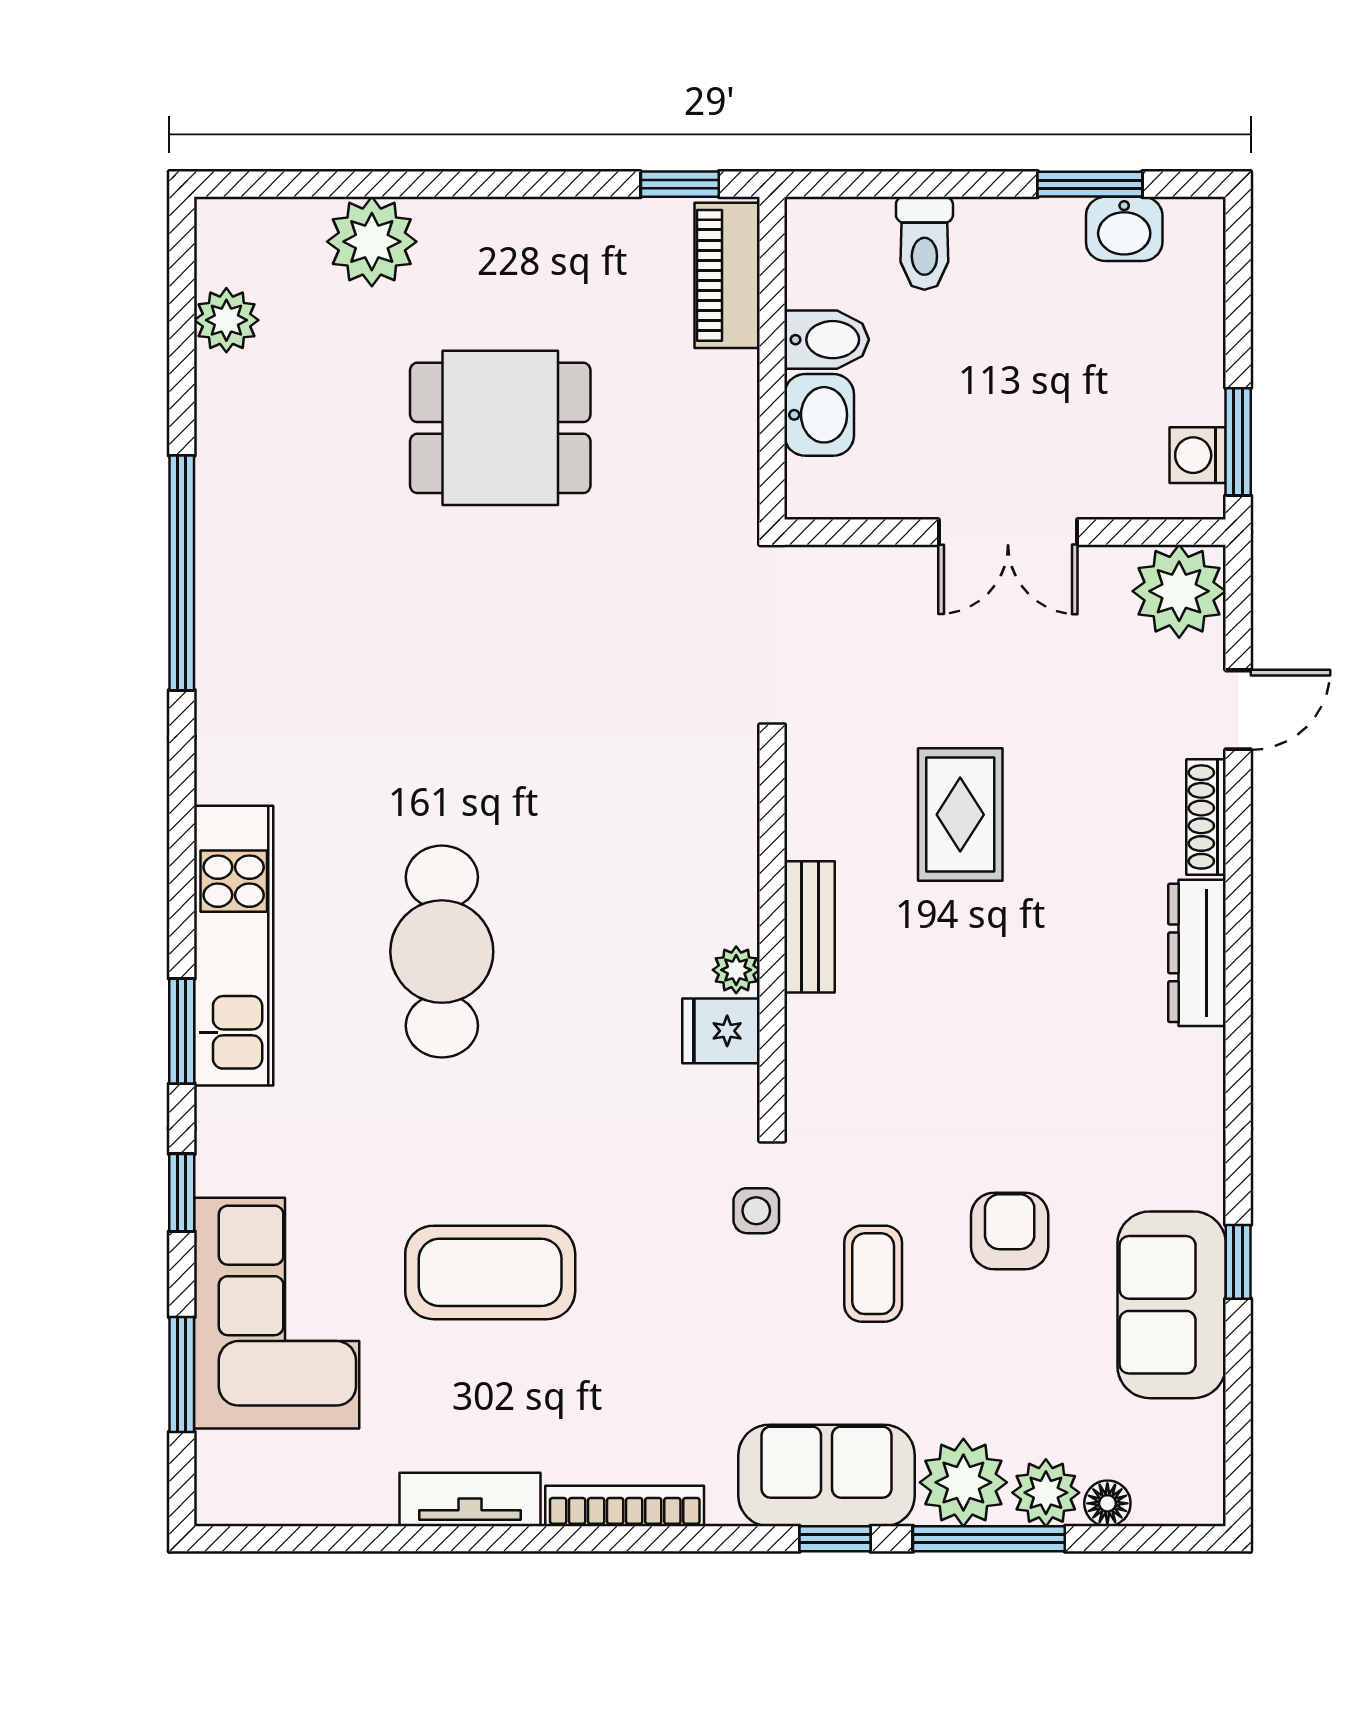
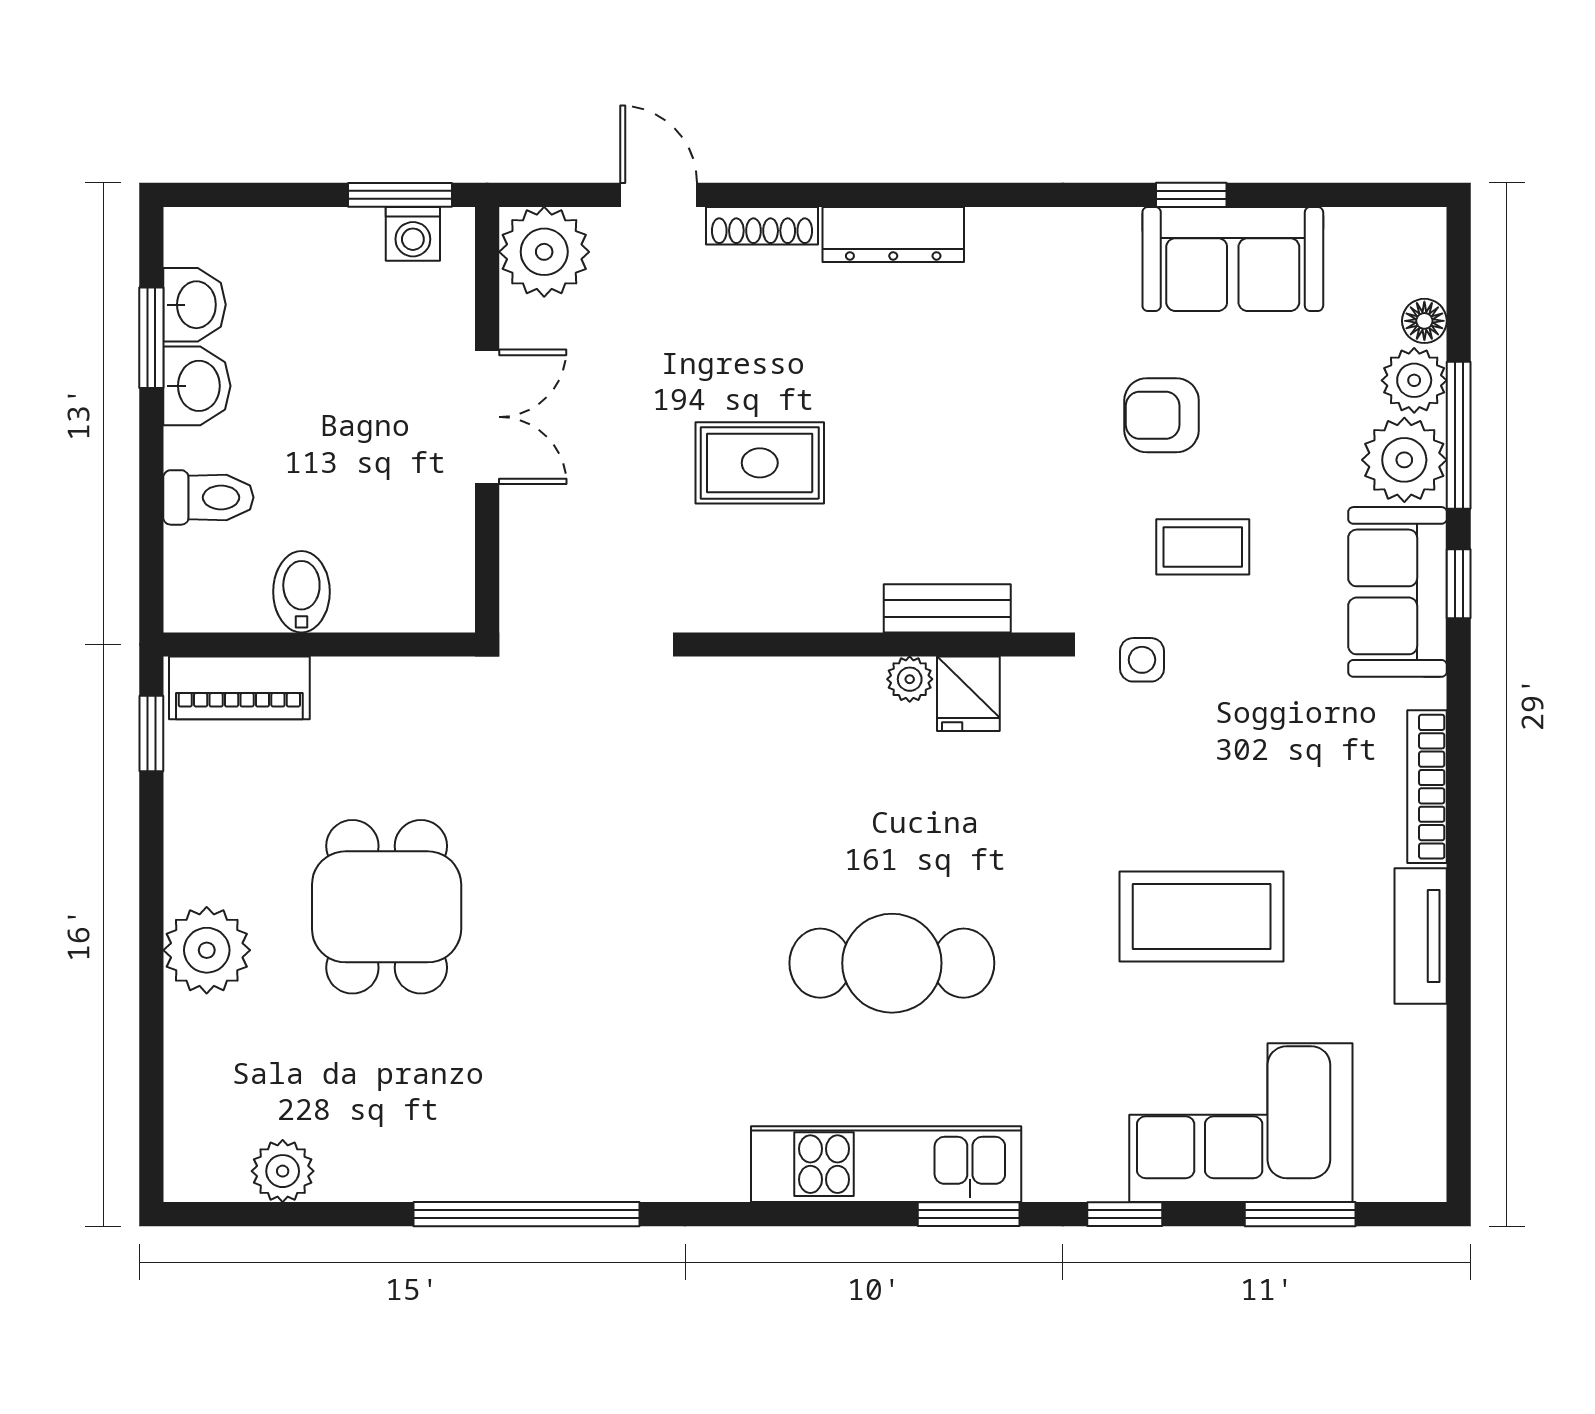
plant: (372, 242) -> (207, 950), moved
washbasin: (819, 415) -> (197, 386), moved, turned 90
bench: (810, 927) -> (947, 608), moved
coffee table: (490, 1272) -> (1202, 916), turned 90

